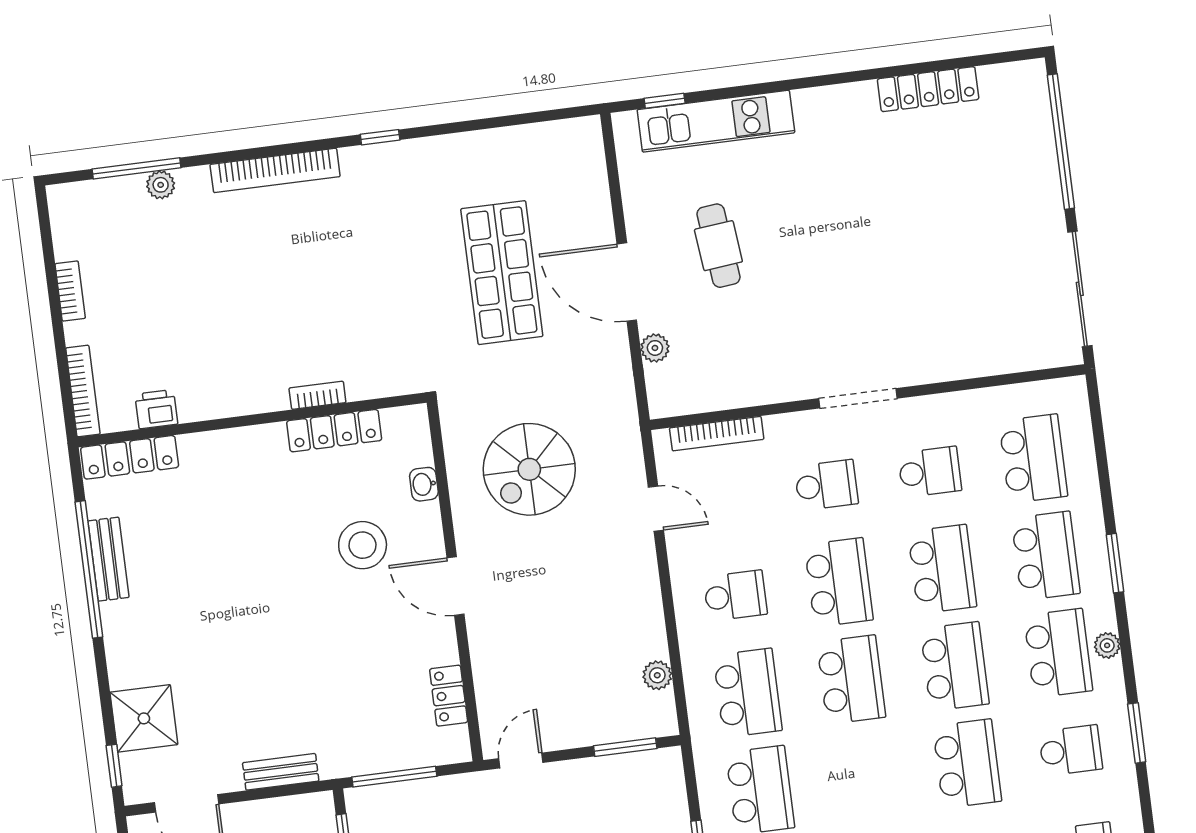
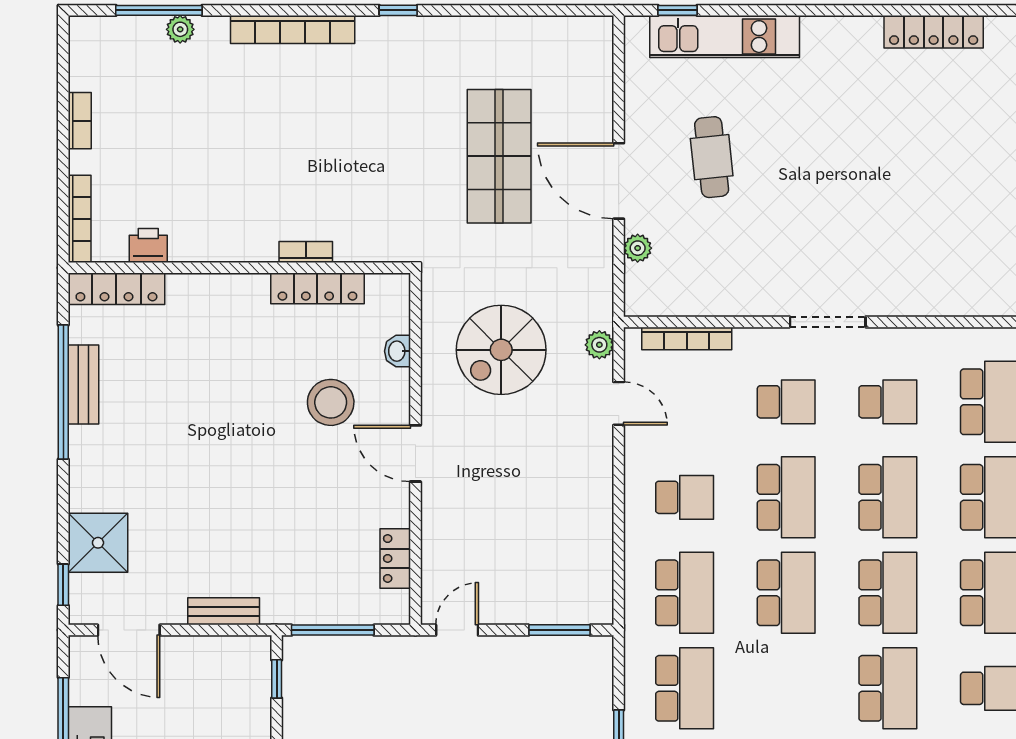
plant: (657, 675) -> (599, 345), moved

